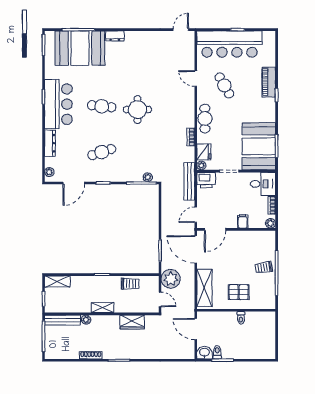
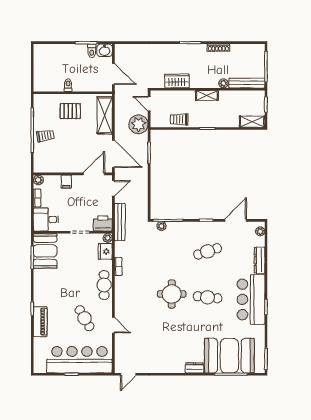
booth: (259, 146) -> (45, 251), width x0.73, depth x0.70

